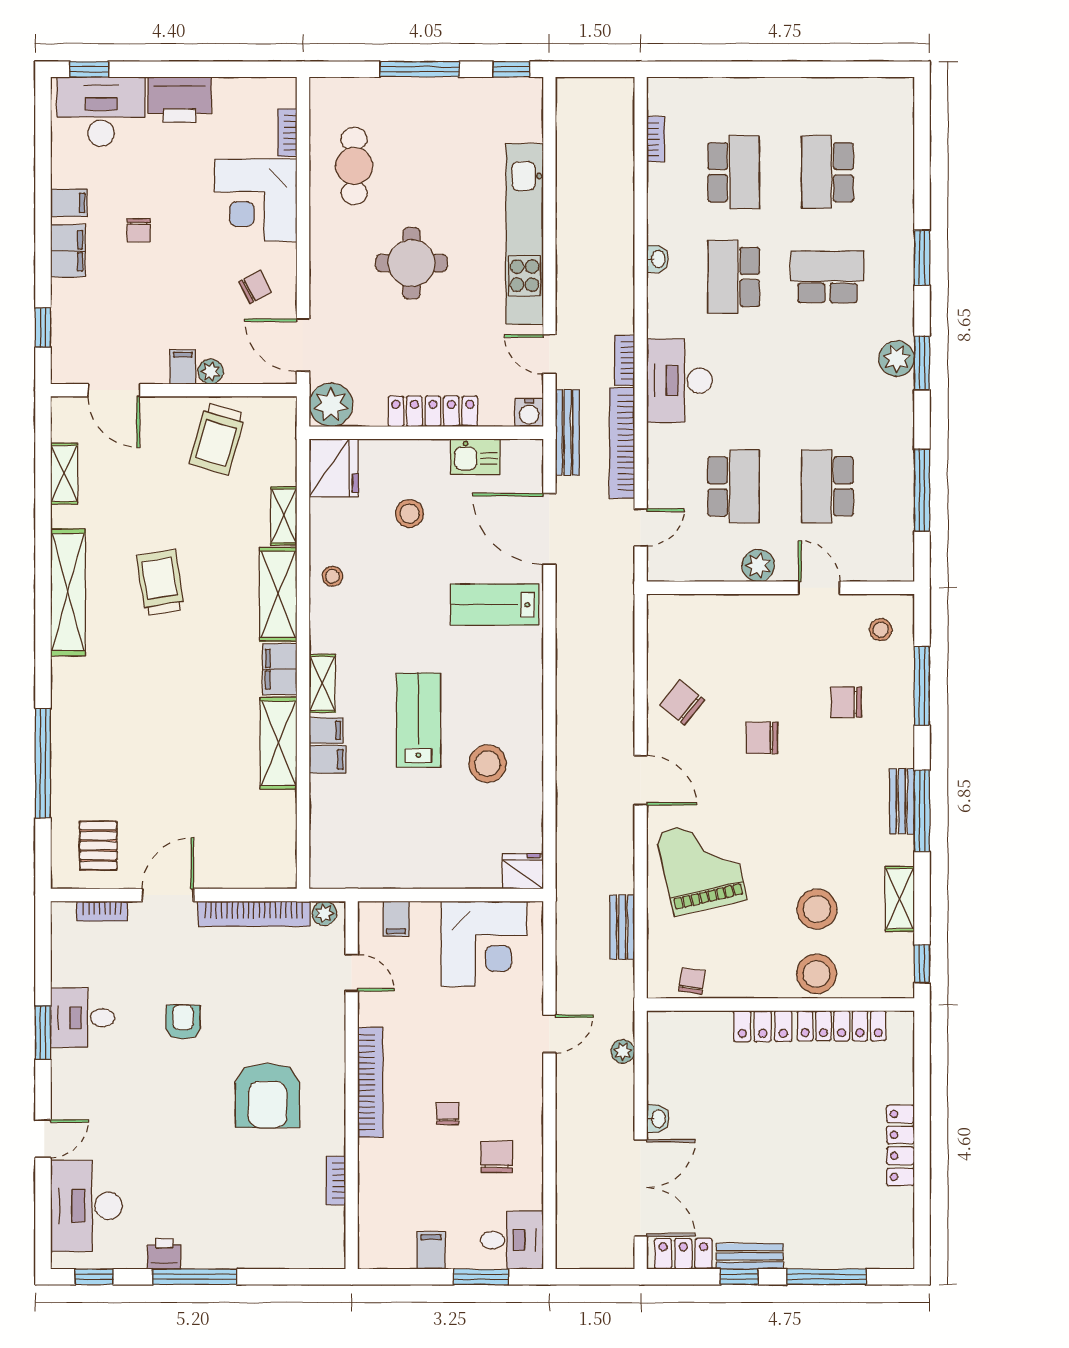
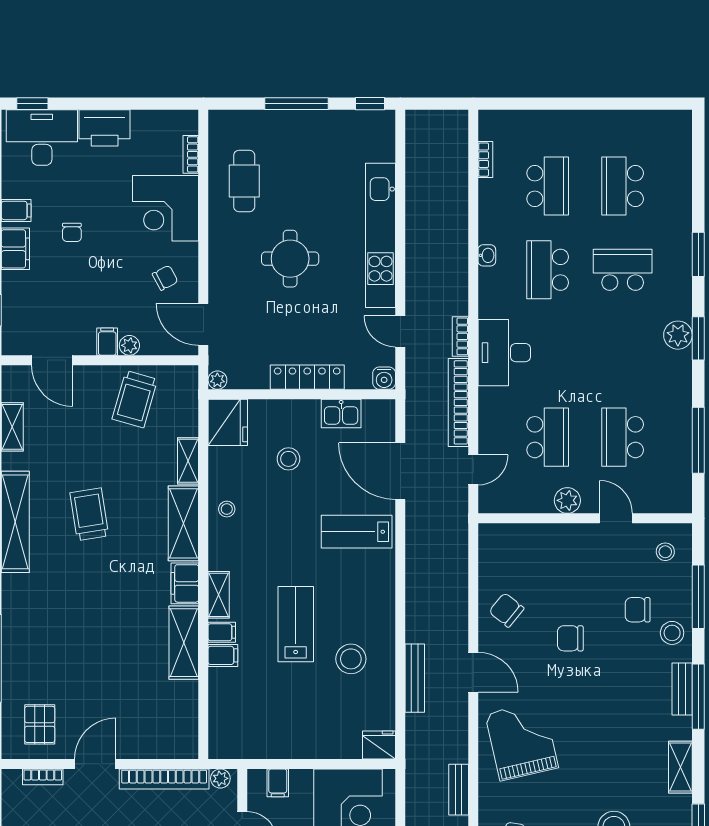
plant: (331, 405) -> (217, 380), width x0.53, depth x0.53
bench: (567, 432) -> (415, 678), moved
stool: (817, 909) -> (672, 633), moved, width x0.73, depth x0.73

